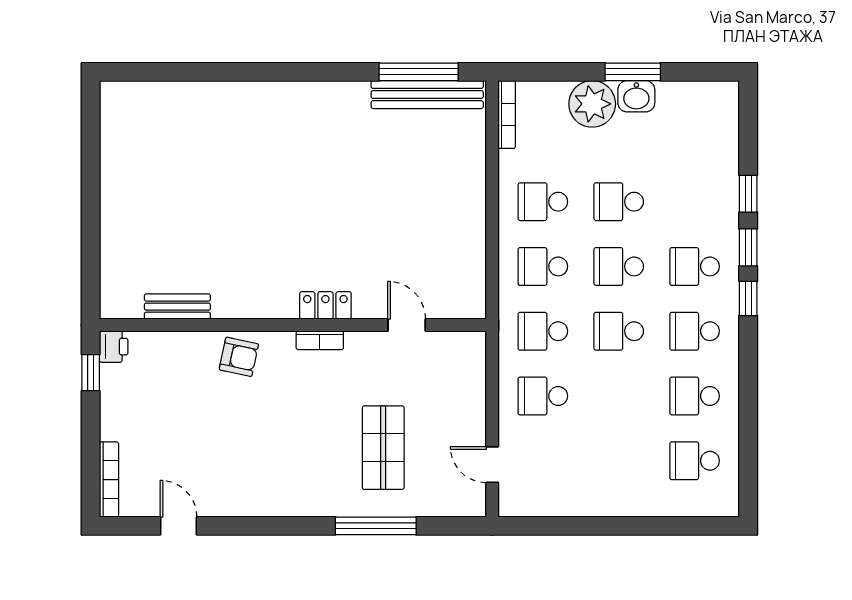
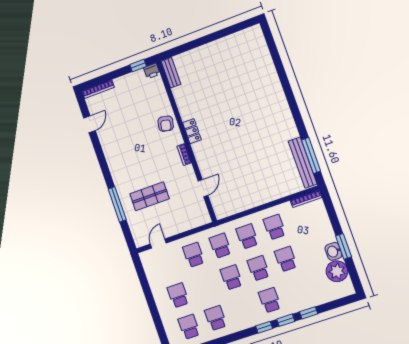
plant: (592, 104) -> (337, 271), moved
locker: (325, 305) -> (192, 131), moved
bench: (177, 307) -> (171, 73), moved
school desk: (695, 331) -> (178, 295), moved

